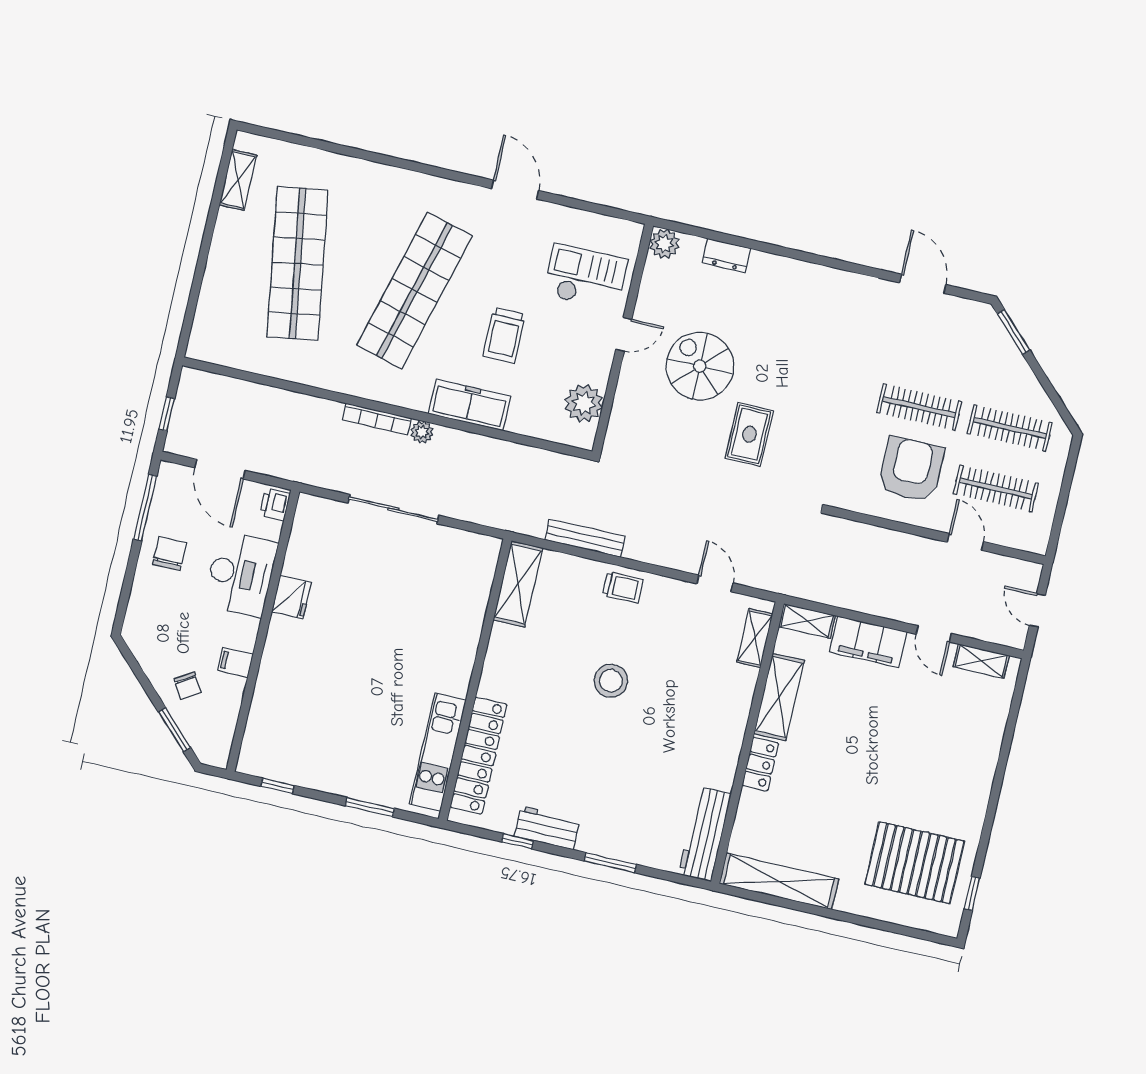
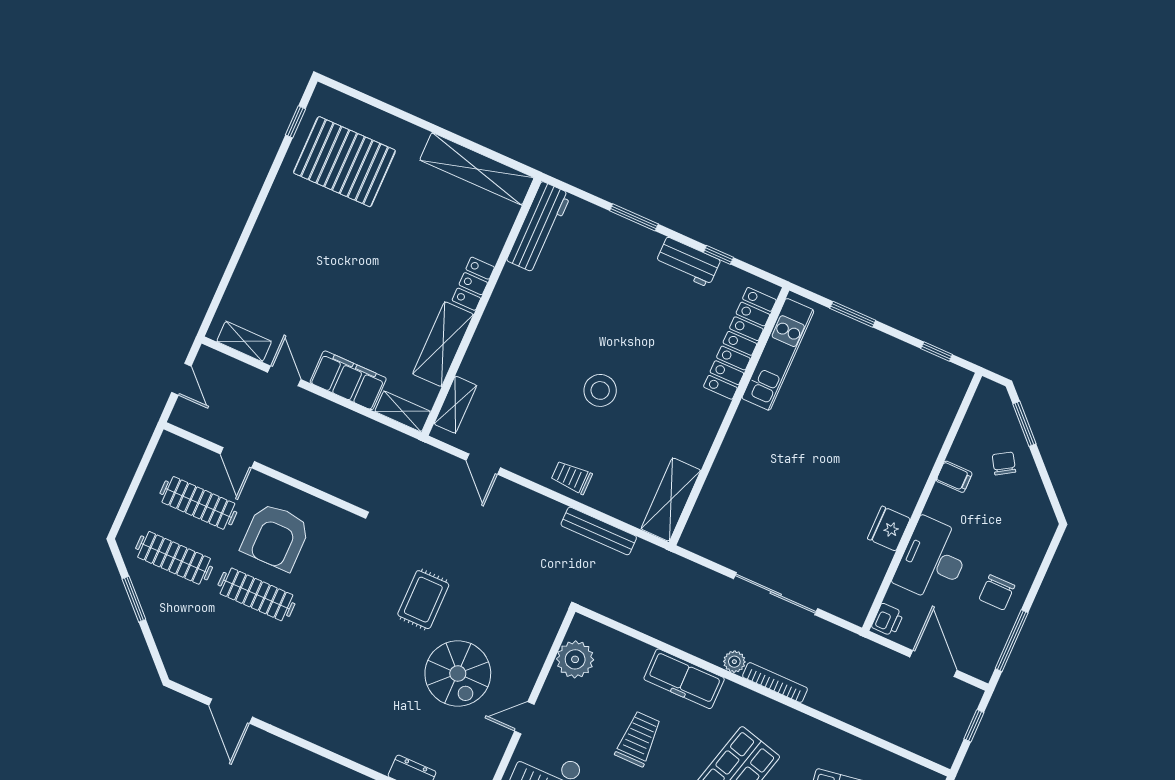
window: (1014, 332) -> (134, 599), moved

